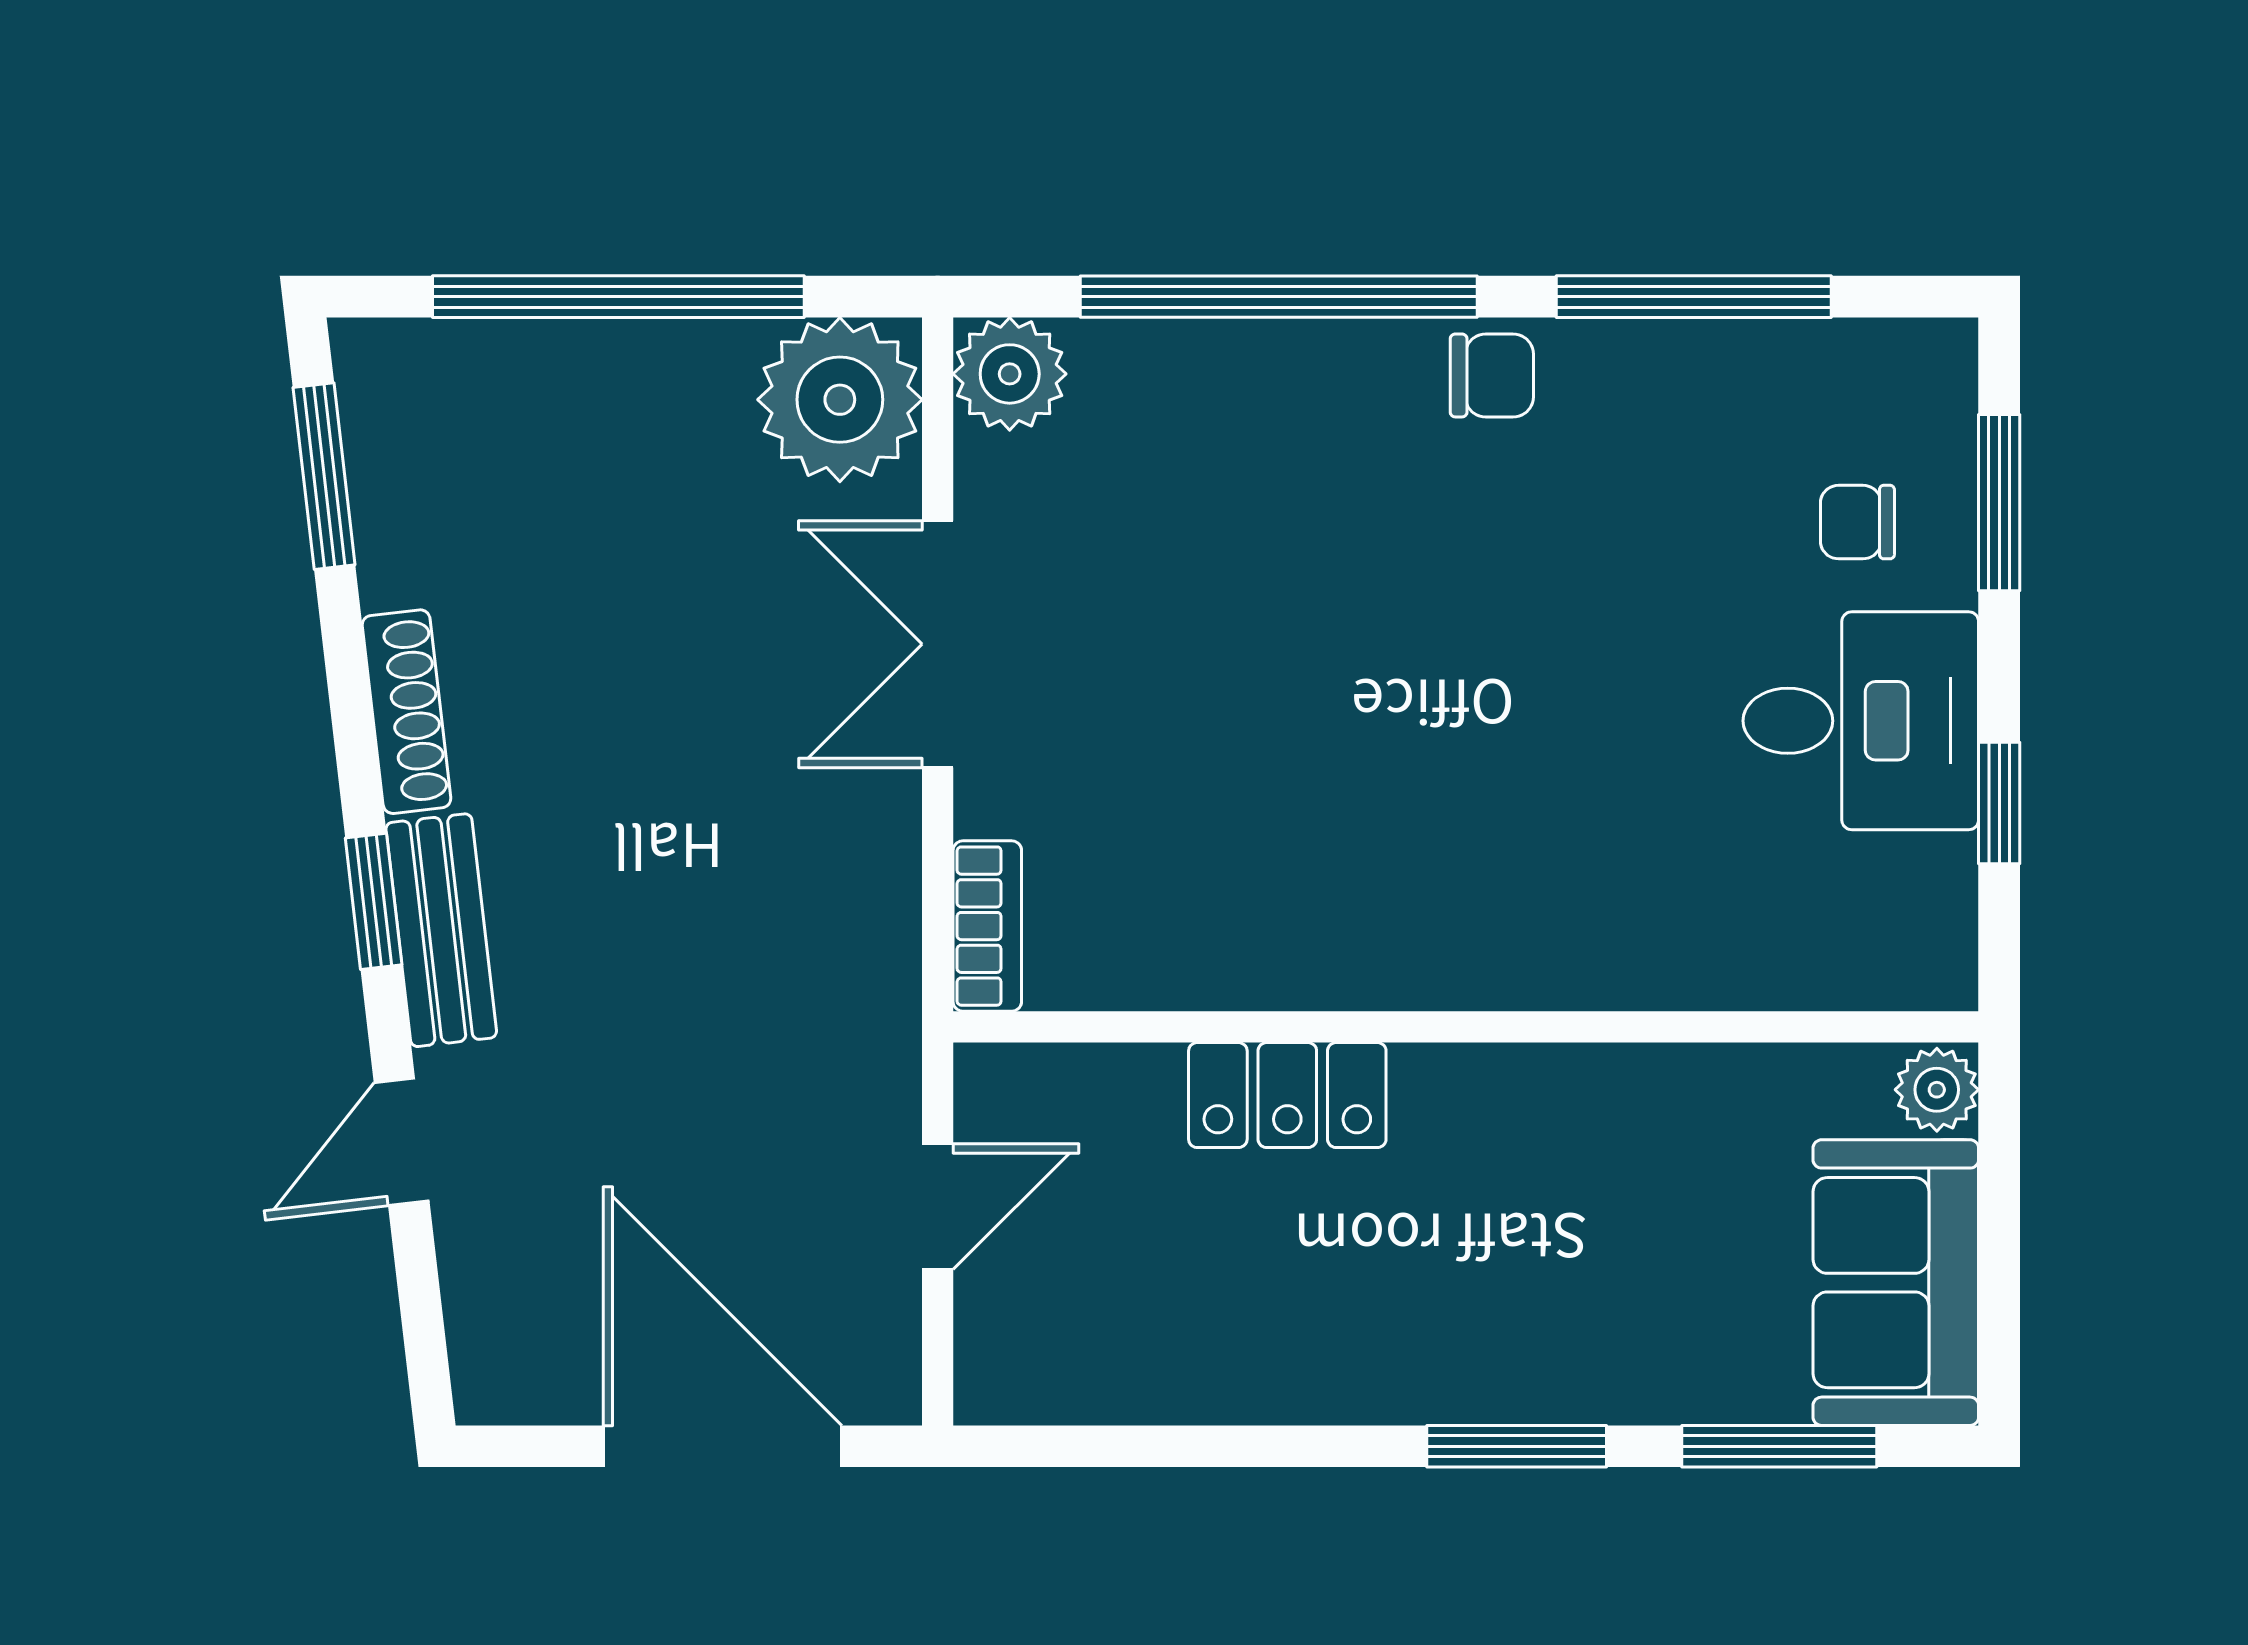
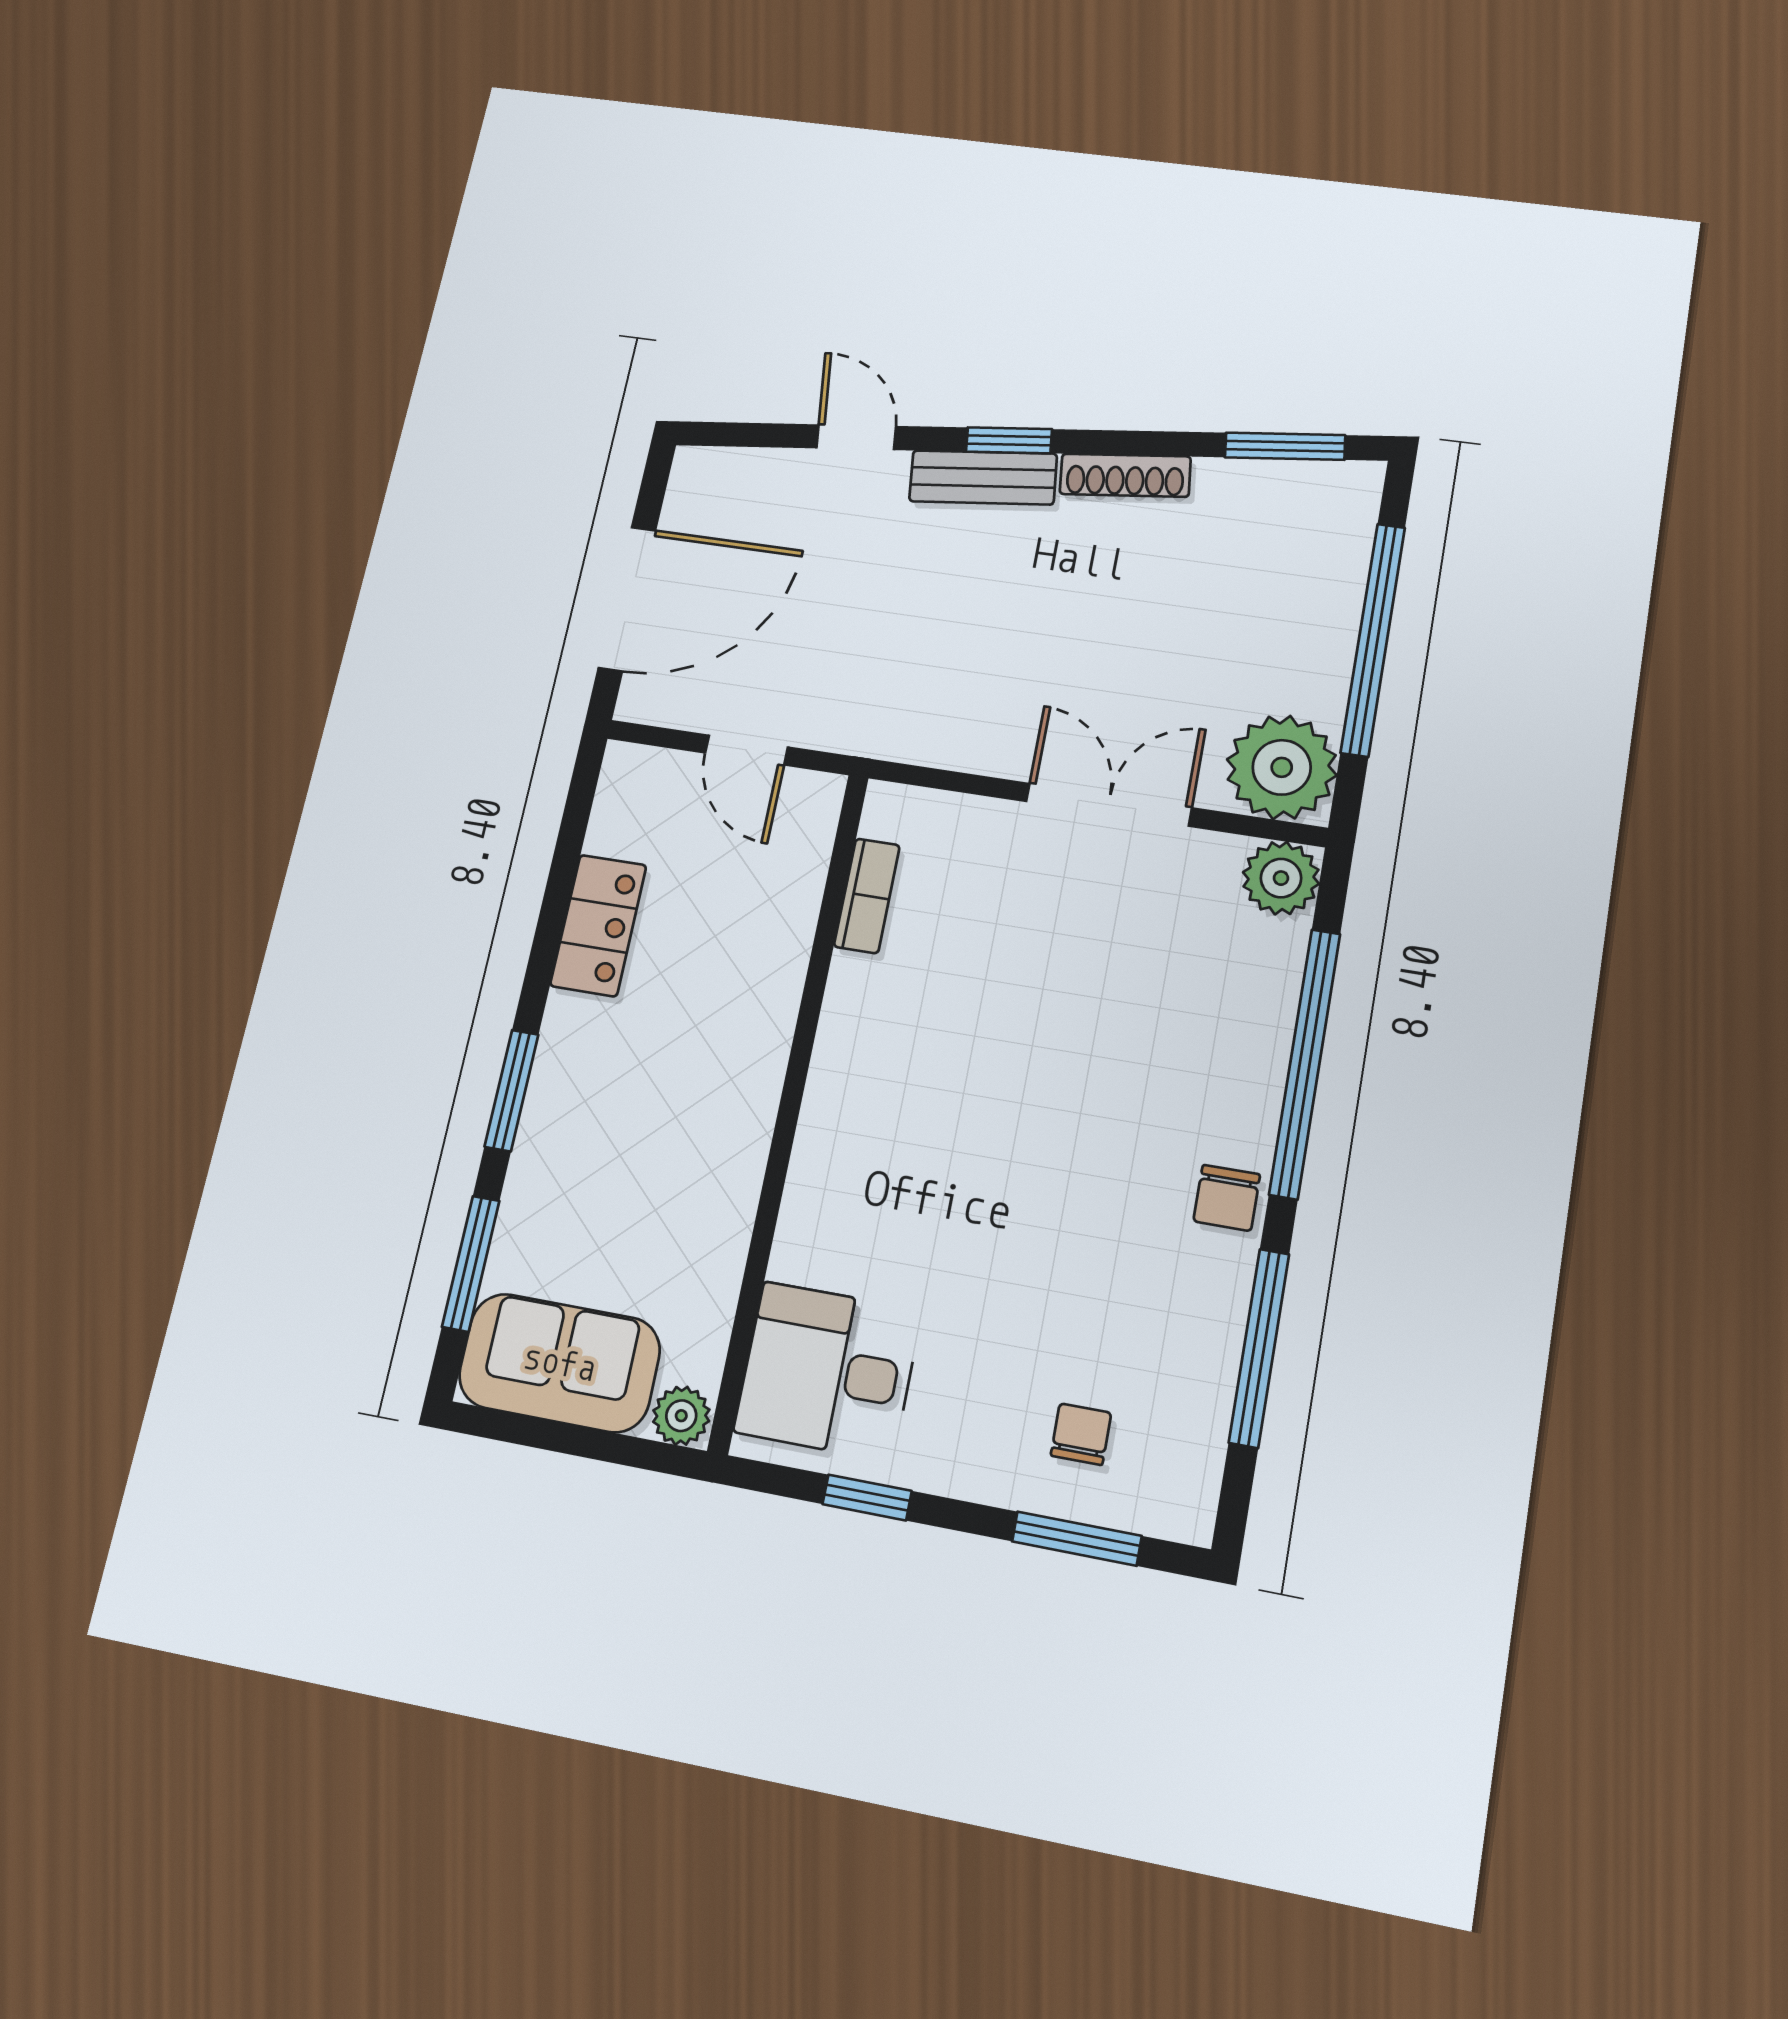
desk: (1861, 721) -> (828, 1371), moved, turned 90
bookcase: (987, 926) -> (867, 896), moved, turned -90
locker: (1287, 1095) -> (598, 925), moved, turned 180

